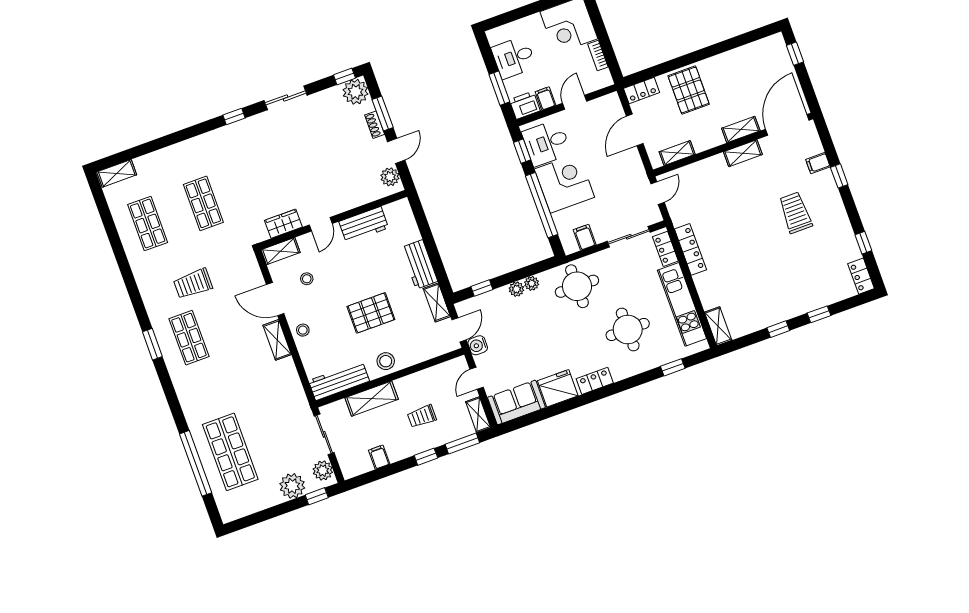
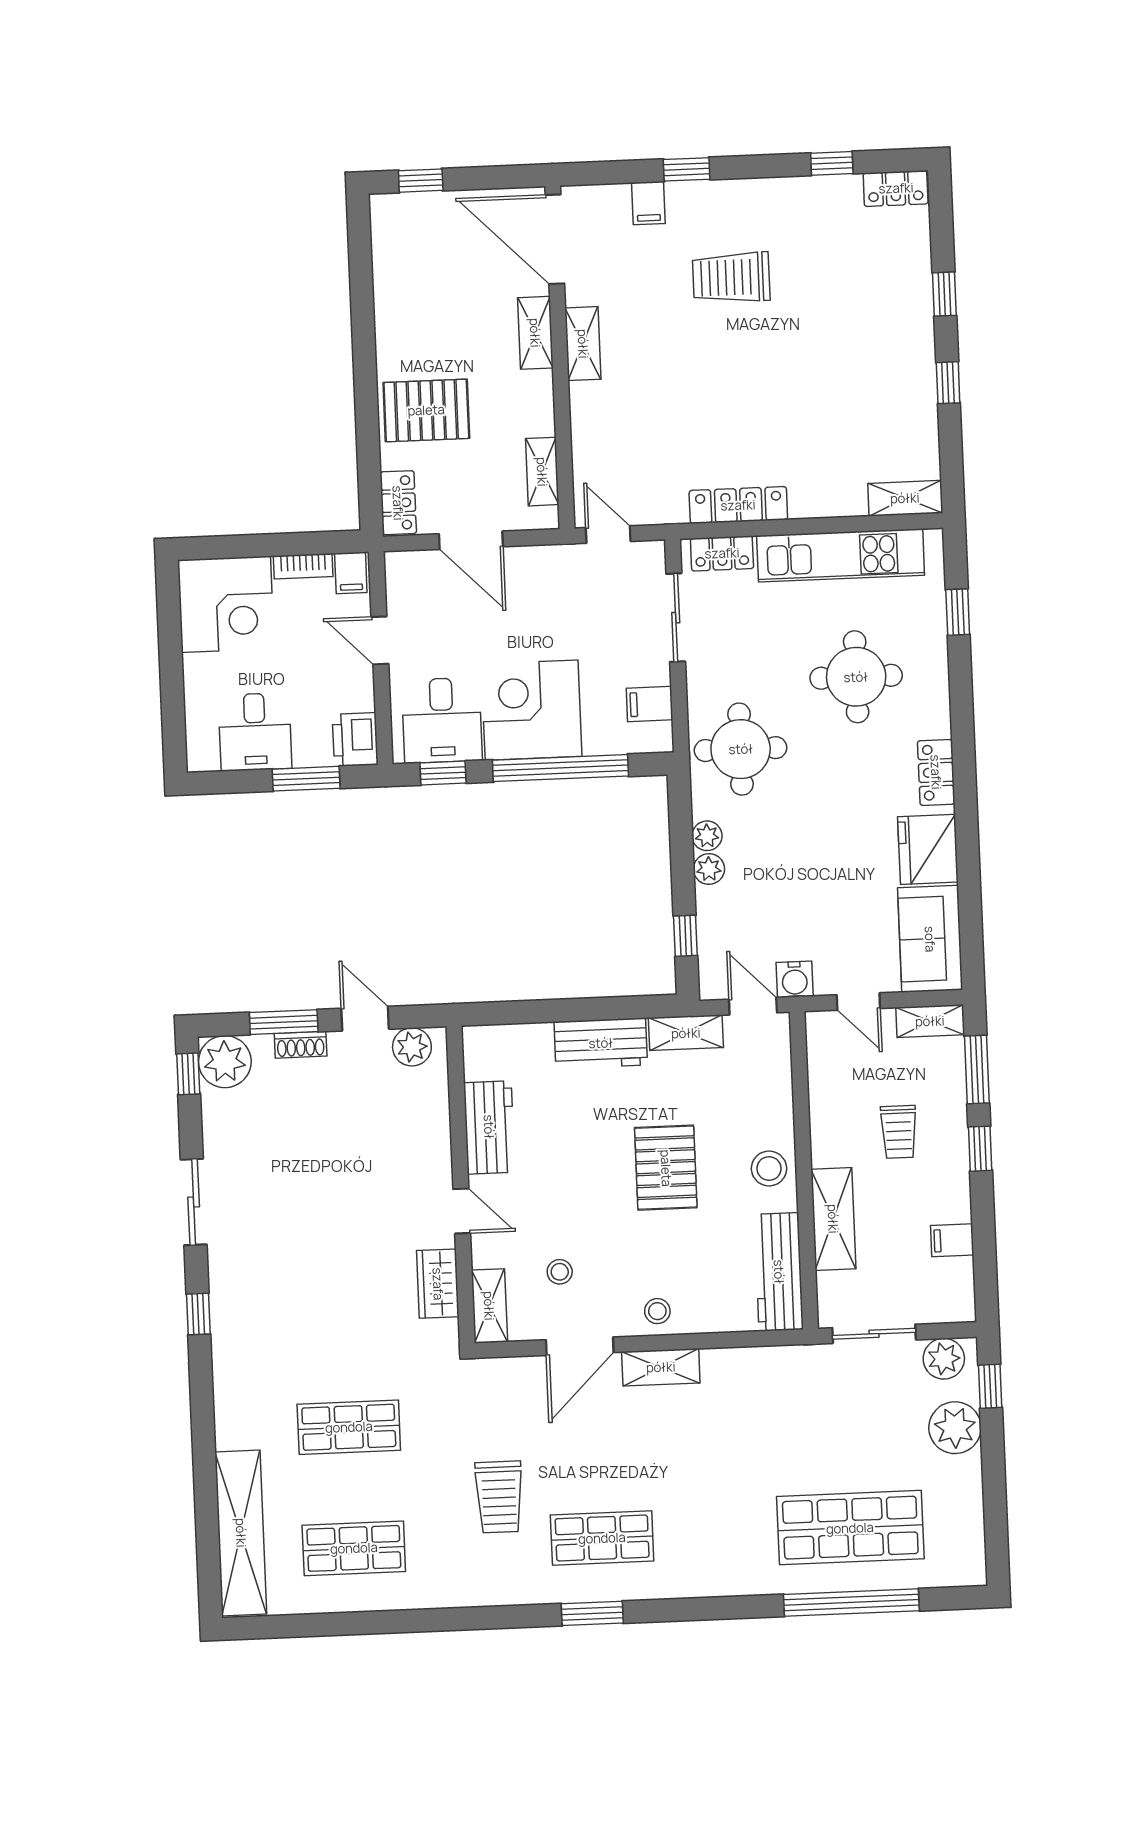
filing cabinet: (545, 98) -> (351, 573), moved, turned -90
shelving: (117, 173) -> (241, 1533), width x2.20, depth x1.33

